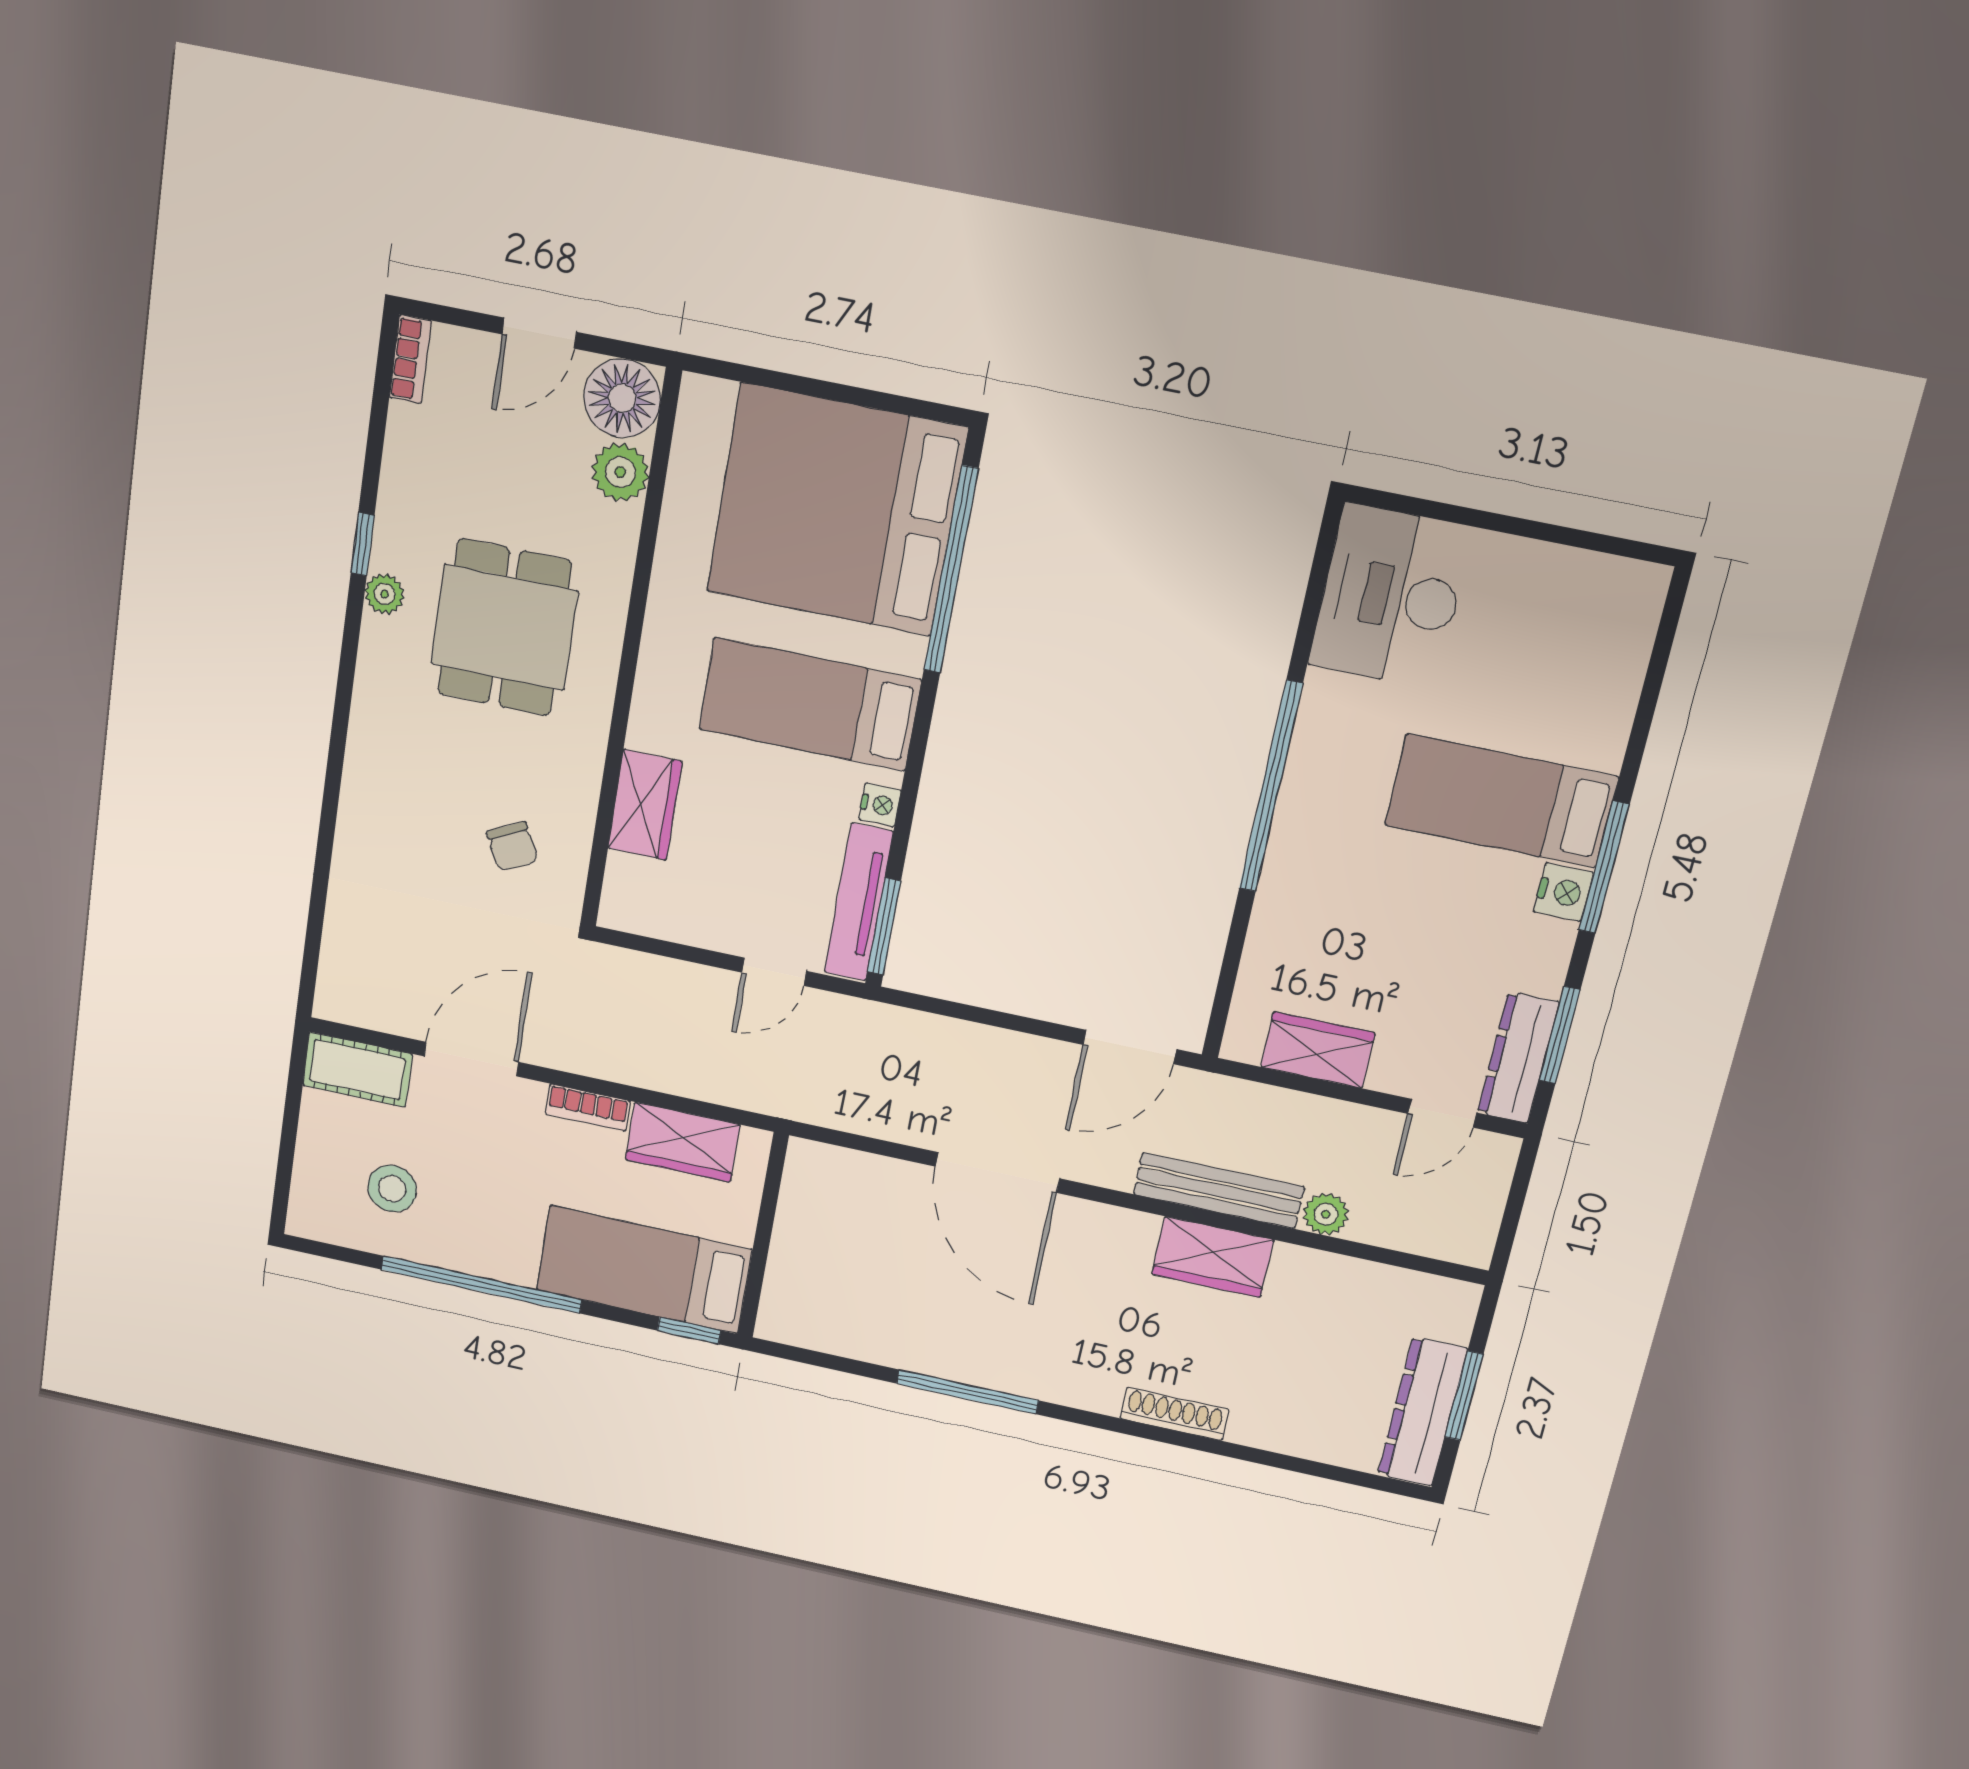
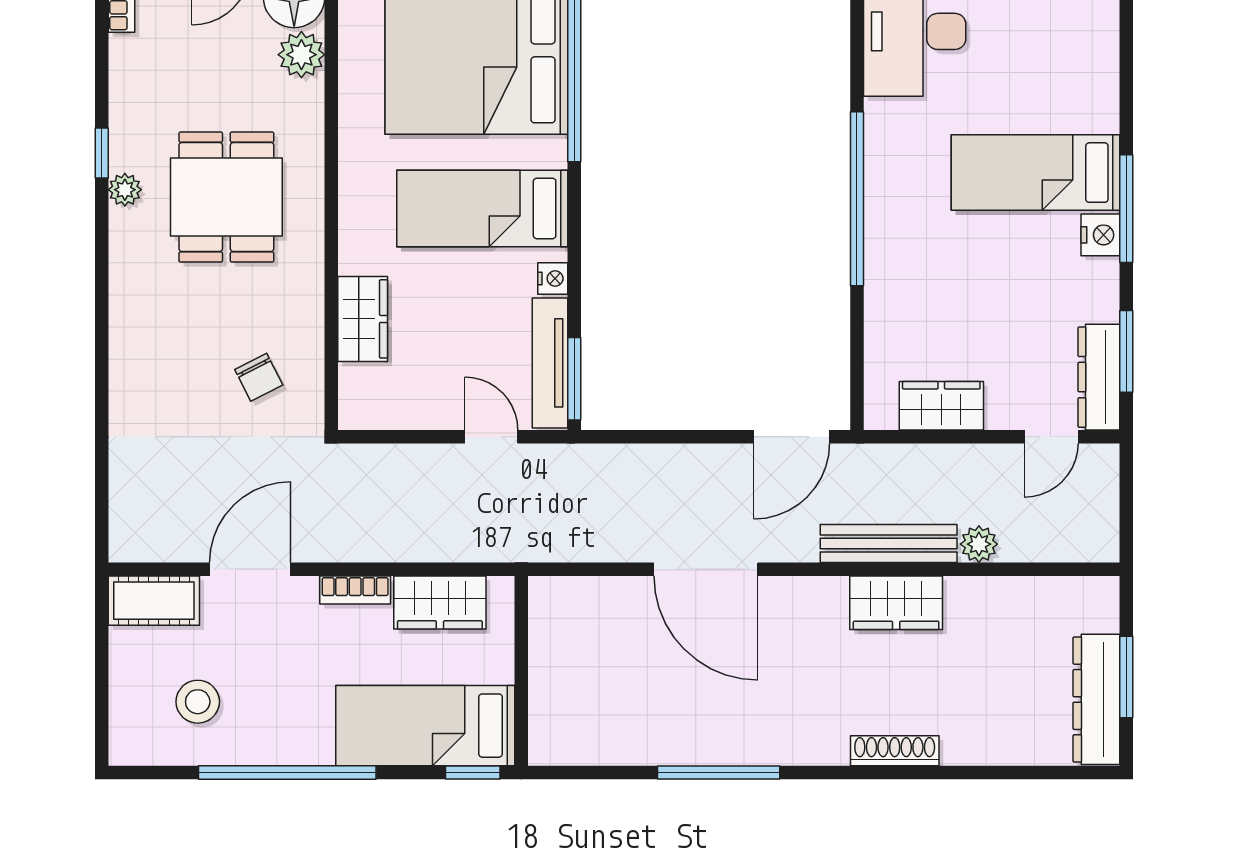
door: (774, 972) -> (491, 437), swing flipped

